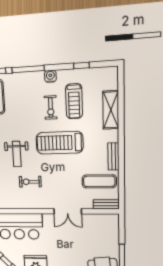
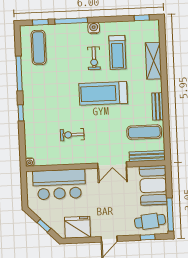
window: (81, 66) -> (142, 18), moved
weight bench: (17, 154) -> (58, 106), removed
bench: (106, 204) -> (147, 156), width x1.36
booth: (107, 232) -> (153, 185), added

